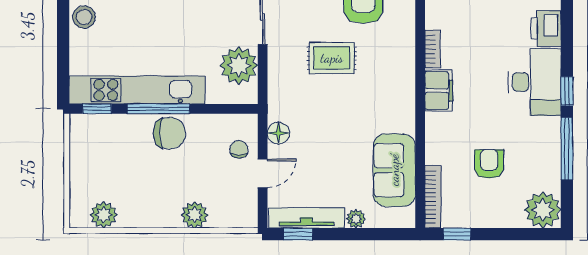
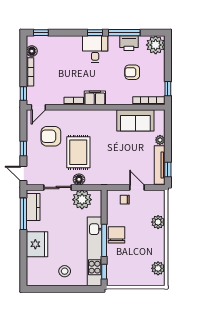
stool: (84, 17) -> (65, 271), moved
printer: (546, 29) -> (129, 43), moved
rug: (332, 58) -> (78, 152), width x1.36, depth x1.43
desk: (535, 82) -> (95, 49), width x0.73
floor lamp: (278, 133) -> (79, 179), moved

